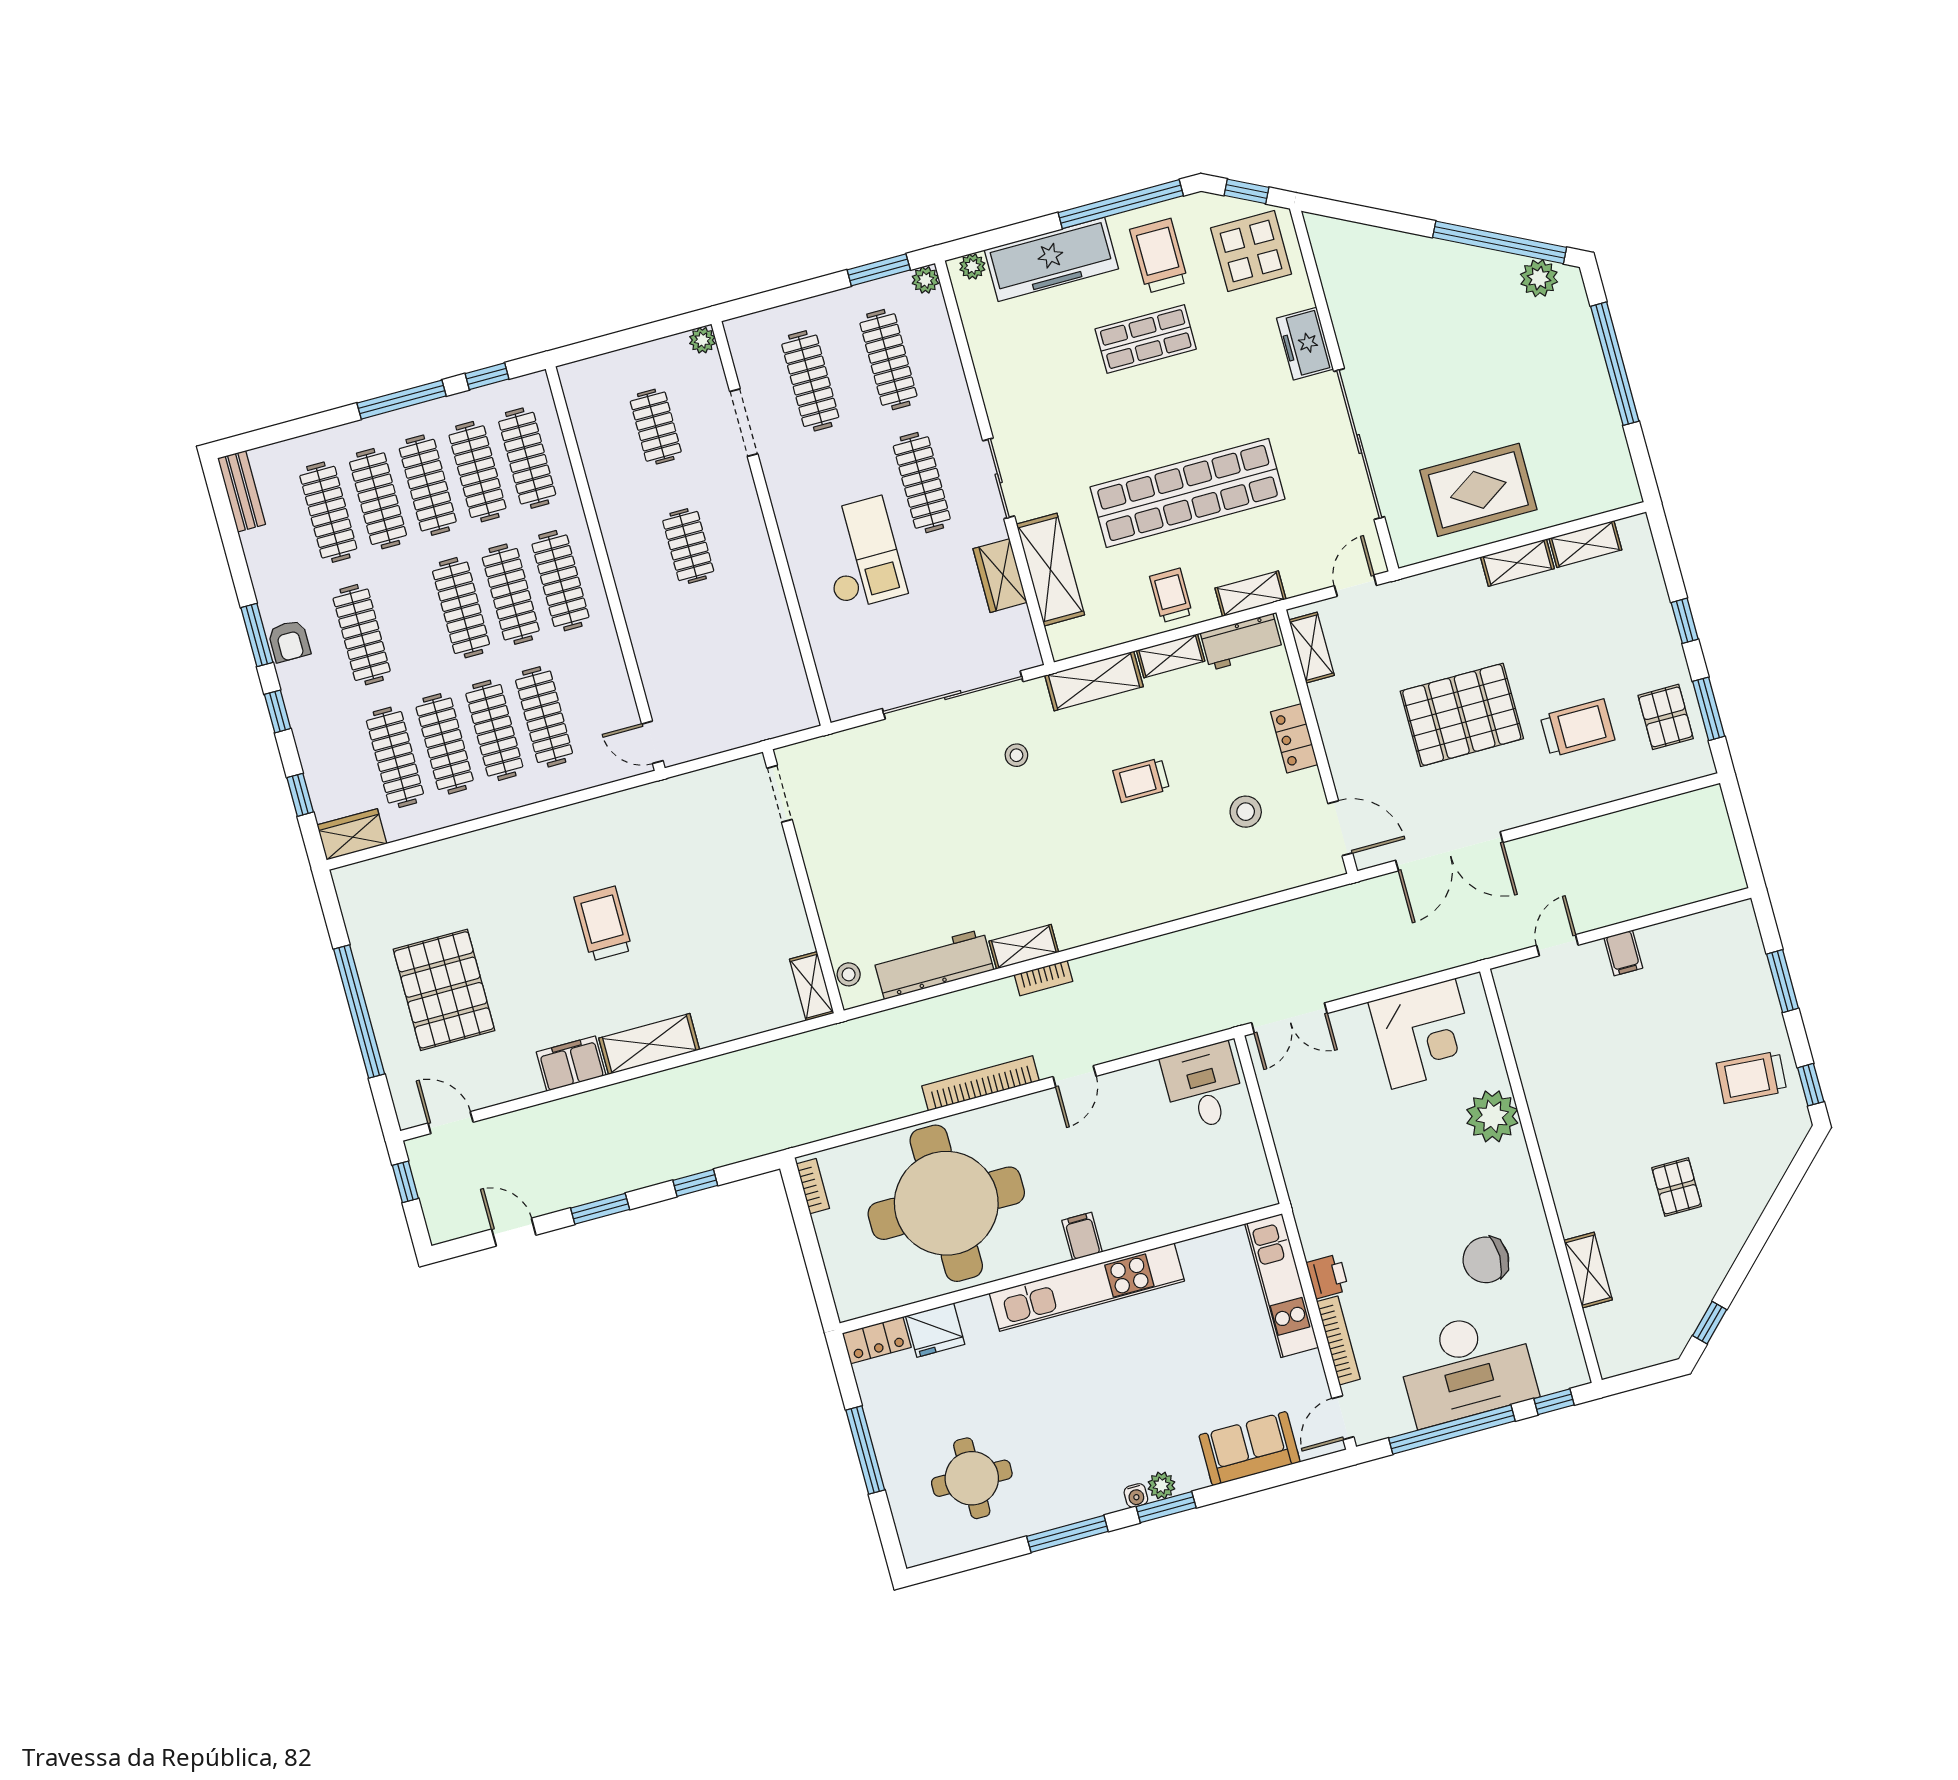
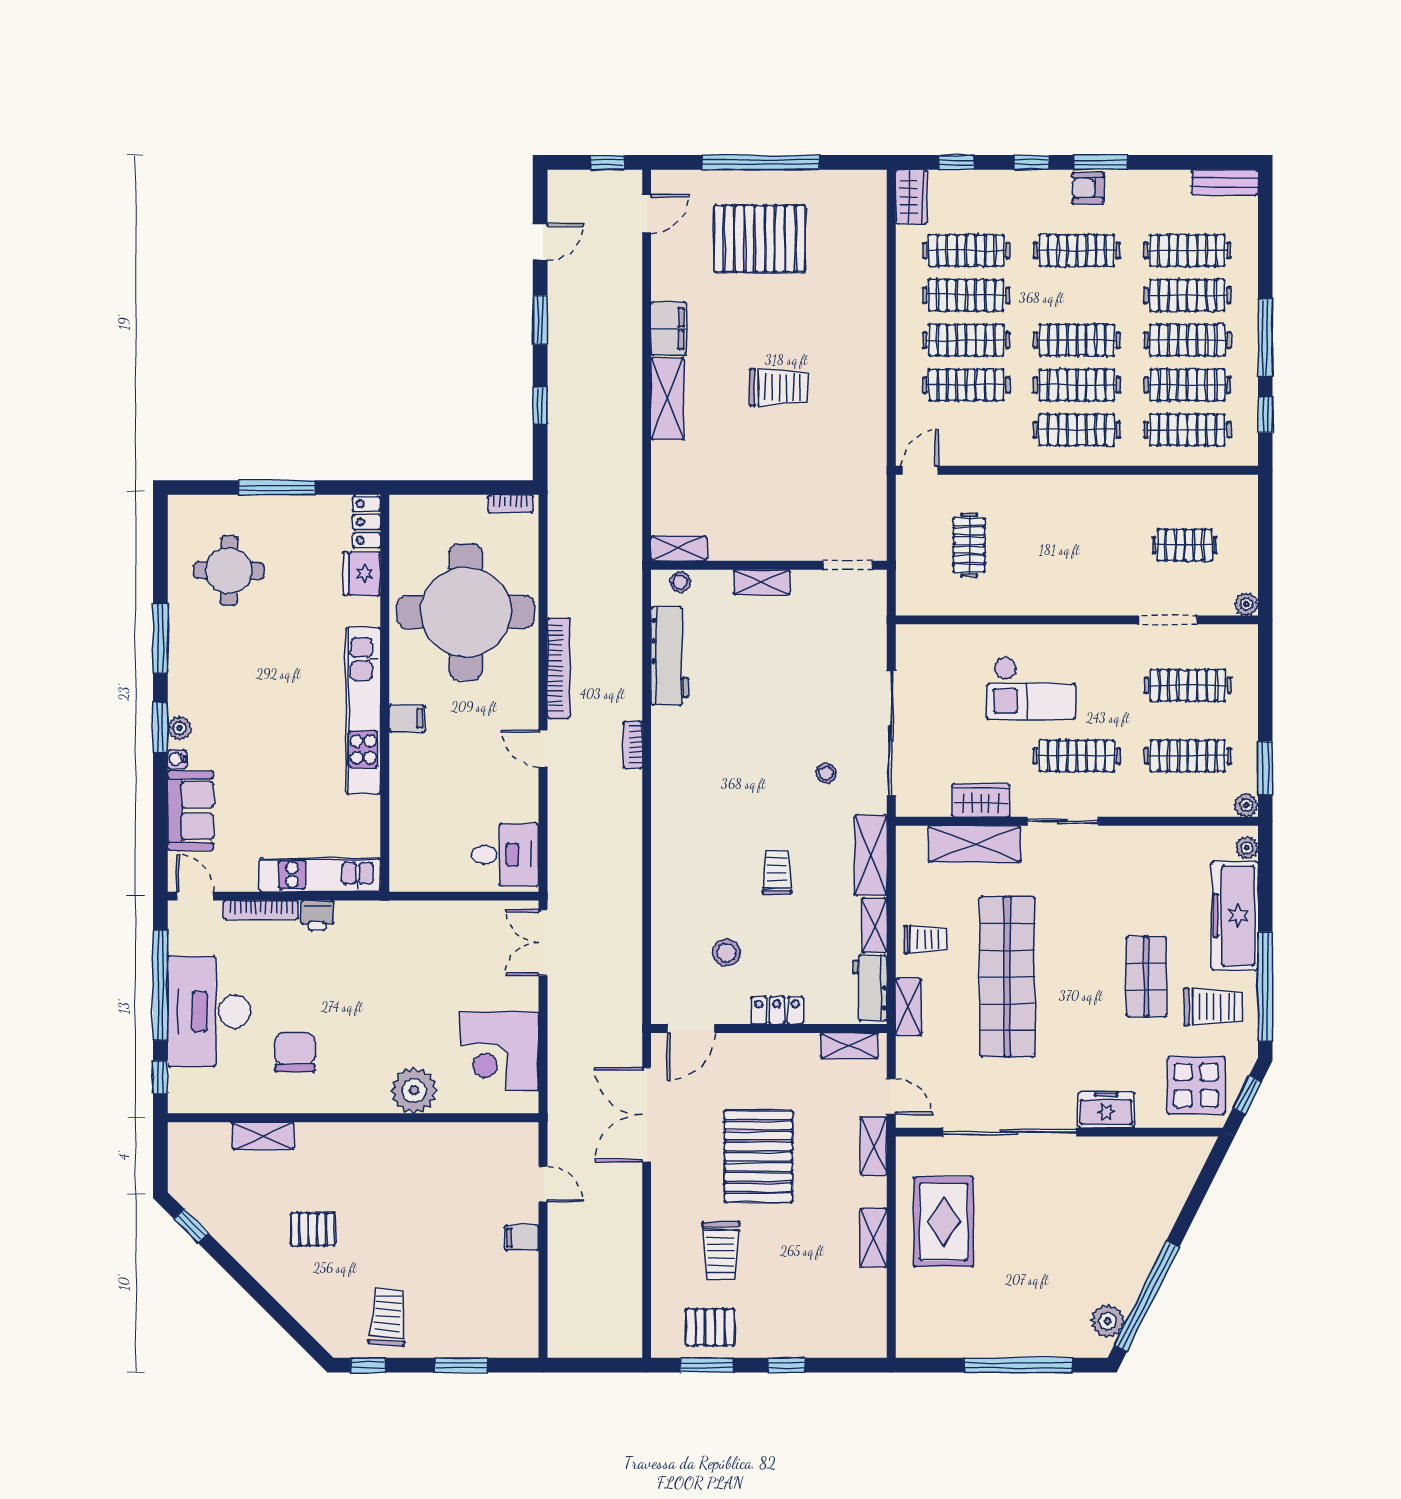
shelving: (1585, 544) -> (874, 1146), moved
clothes rail: (688, 546) -> (969, 545), moved, turned 90
shelving: (1024, 947) -> (762, 582), moved, turned 90
water cooler: (1136, 1496) -> (177, 759), moved

